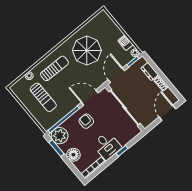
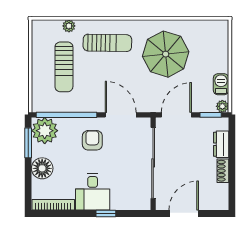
door: (167, 113) -> (184, 213), moved

